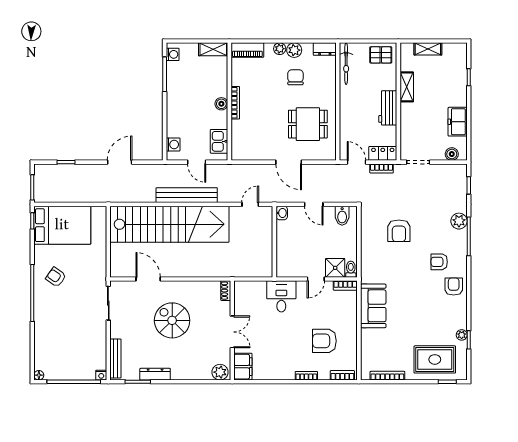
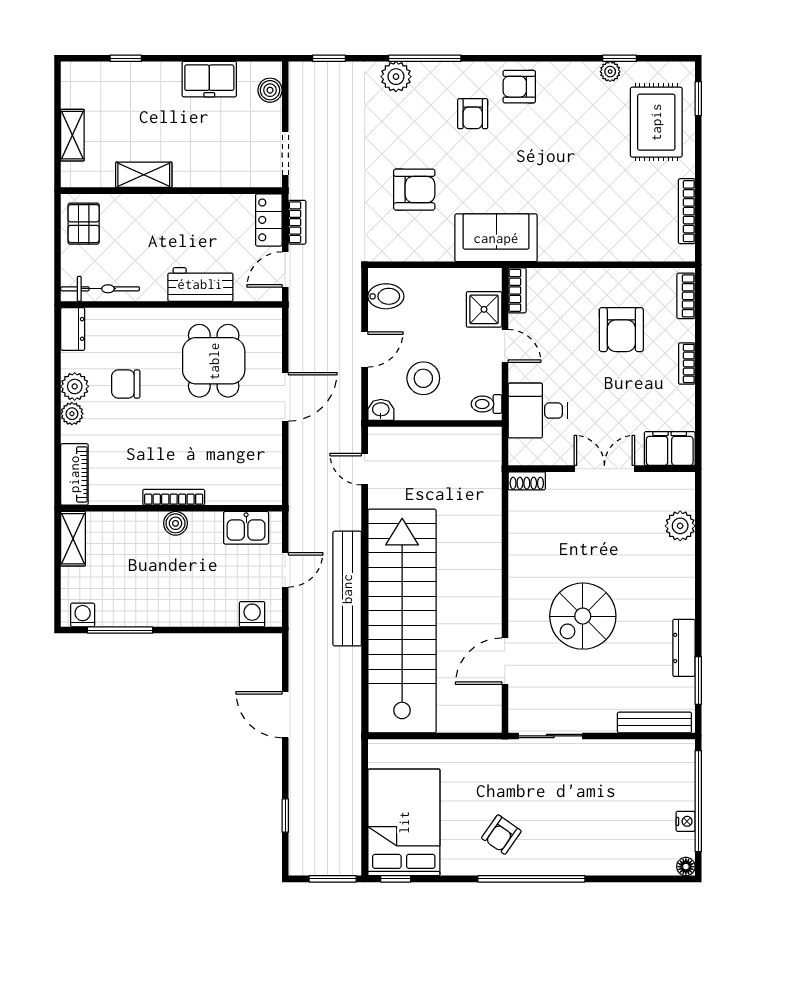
workbench: (388, 108) -> (200, 284), moved, turned 180
stool: (299, 236) -> (423, 378), added
toilet: (351, 269) -> (486, 404), moved
shoe rack: (226, 291) -> (527, 481), moved
sofa: (373, 306) -> (496, 238), moved
wall: (232, 330) -> (602, 469), moved
double door: (232, 332) -> (604, 469), moved
filing cabinet: (243, 367) -> (670, 448), moved
nightstand: (101, 375) -> (686, 821), moved

